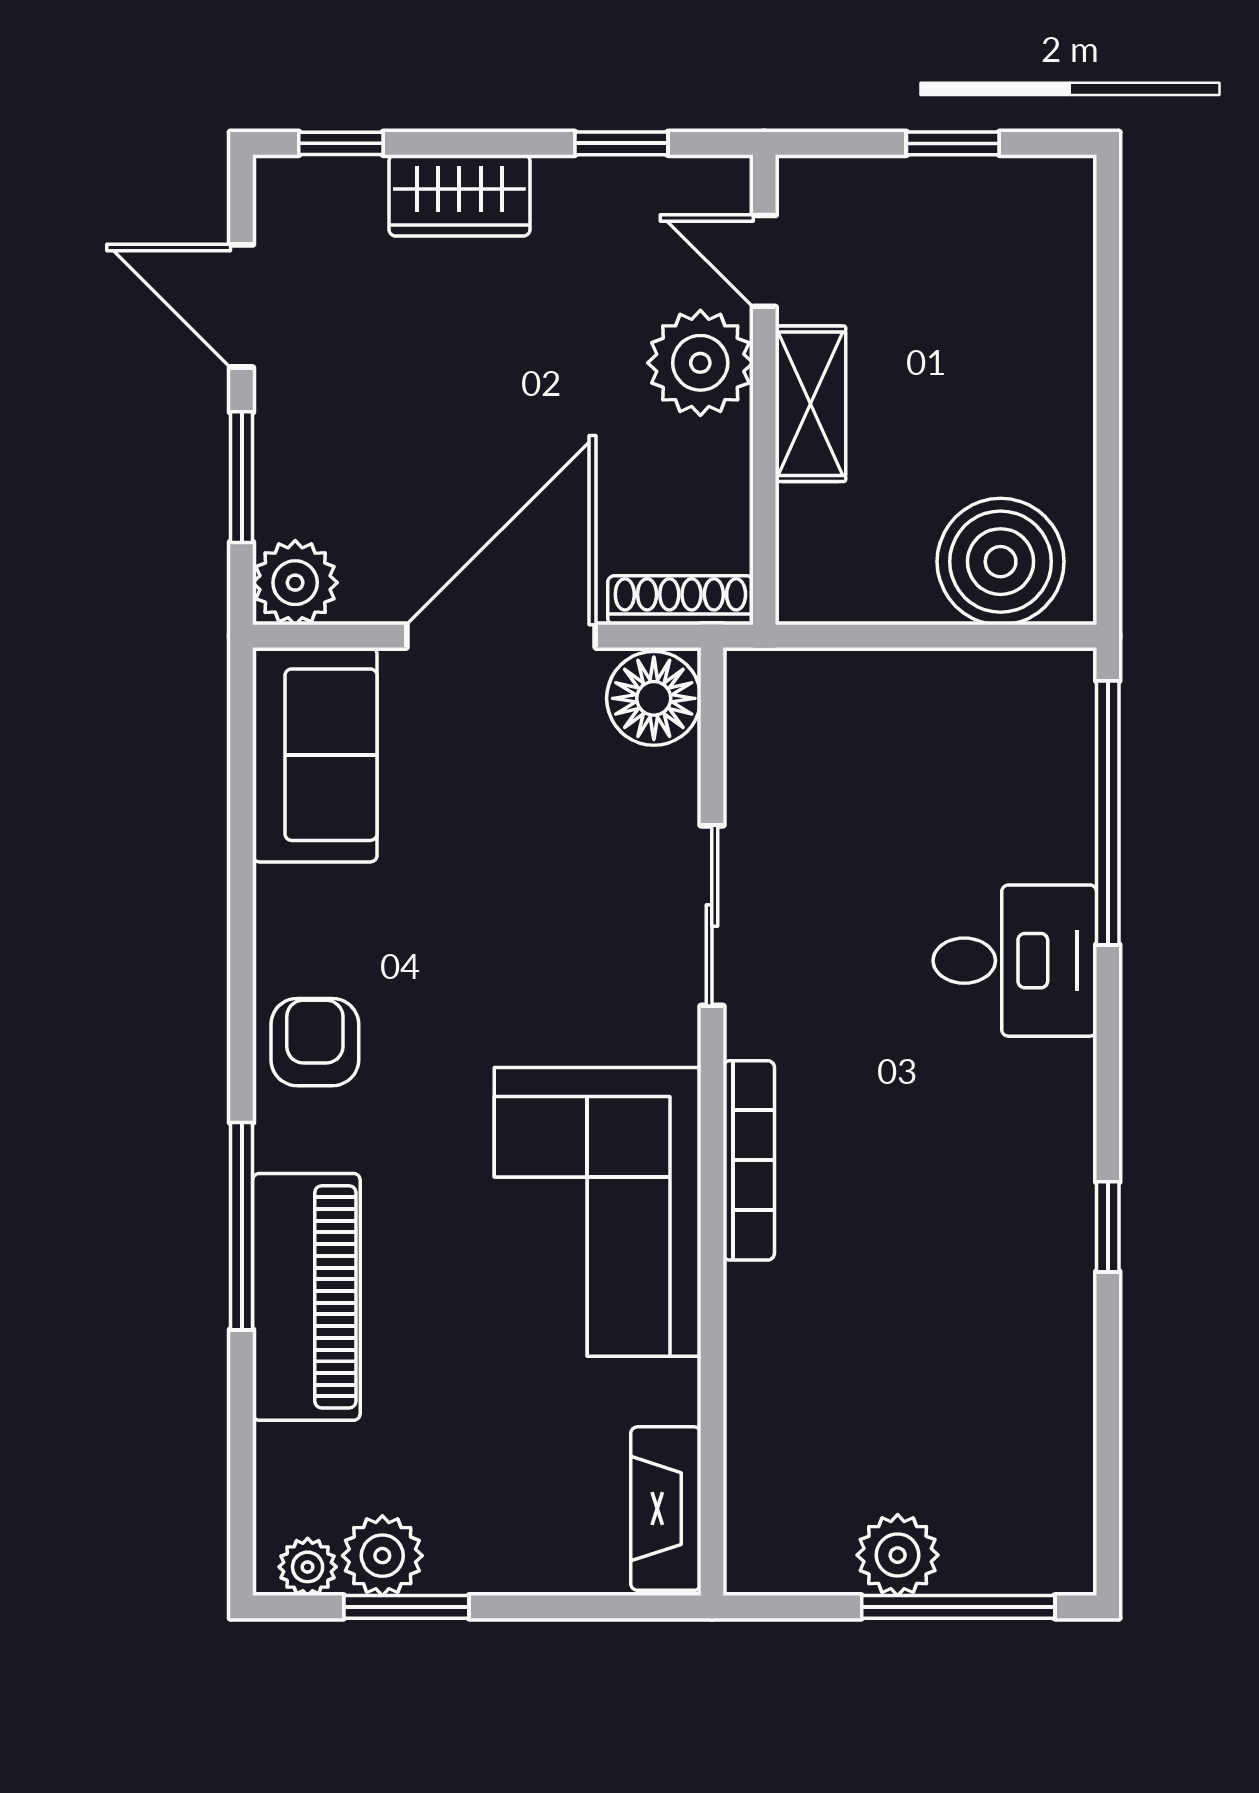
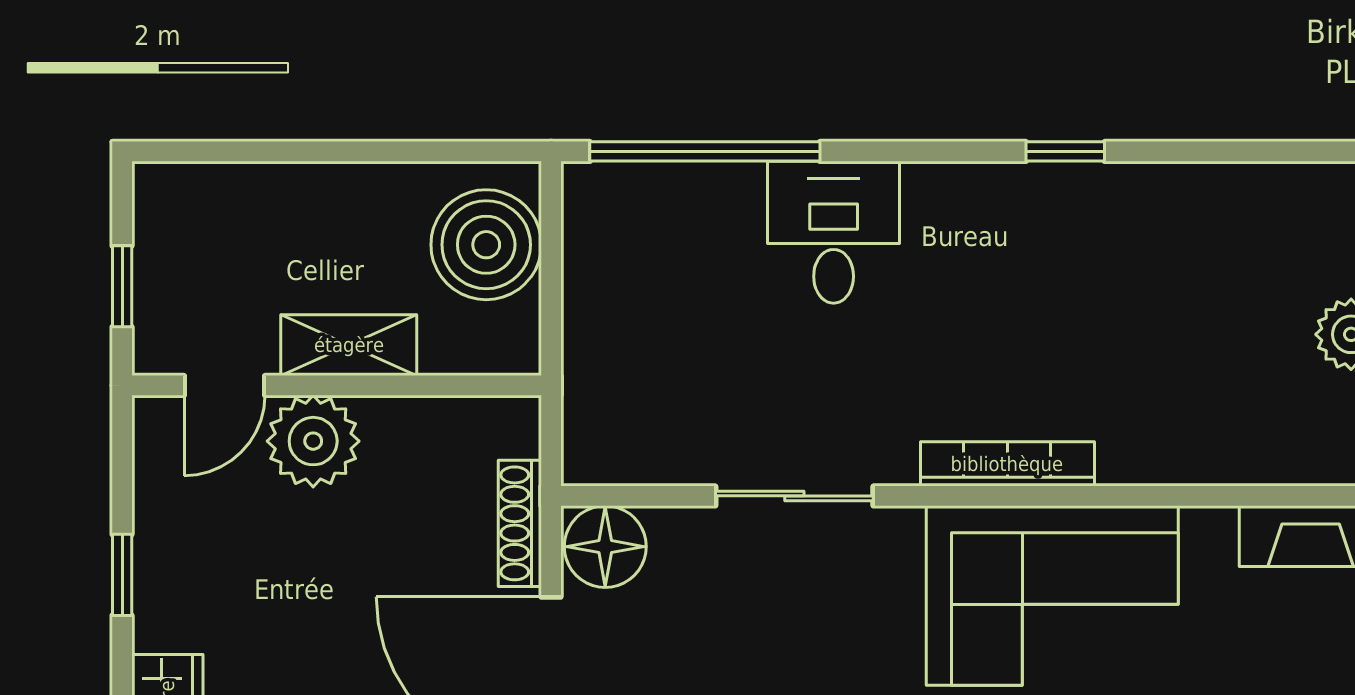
door: (764, 261) -> (224, 385), moved
plant: (700, 363) -> (313, 441), moved
wall: (764, 390) -> (337, 385), moved
shelving: (810, 404) -> (349, 345), moved

